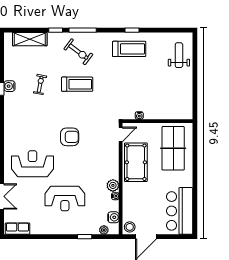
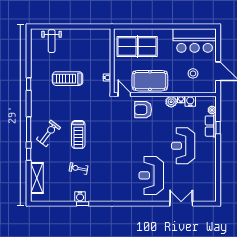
treadmill: (129, 49) -> (68, 79), moved, turned -90
weight bench: (179, 55) -> (52, 41), turned -90
treadmill: (77, 84) -> (78, 135), turned 180
armchair: (70, 137) -> (143, 110), moved, turned -90
reception desk: (65, 198) -> (183, 146), turned 180
water cooler: (113, 217) -> (190, 101), moved
stool: (130, 227) -> (193, 73), moved
row of seats: (18, 229) -> (211, 126), moved

